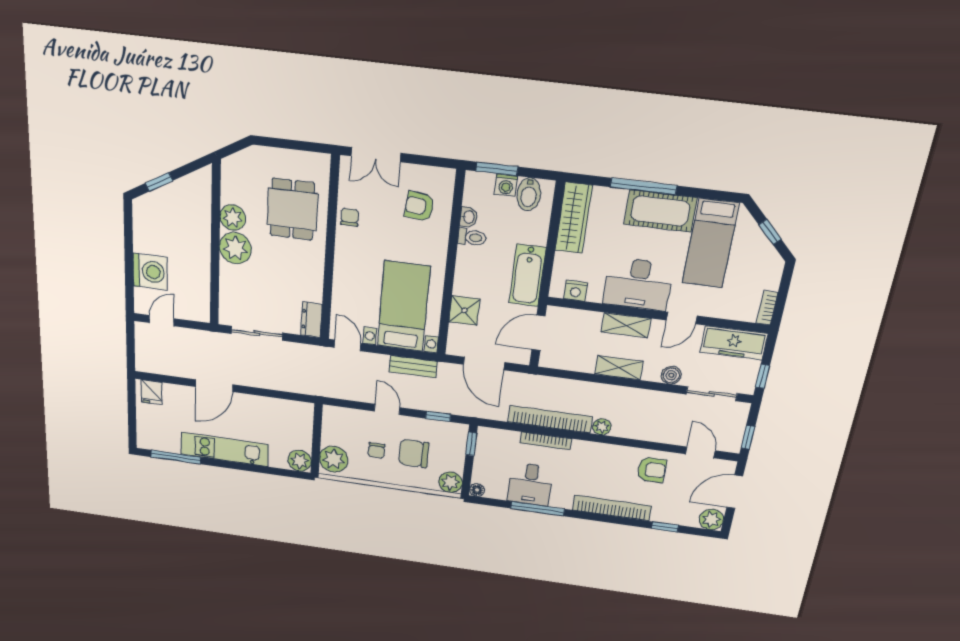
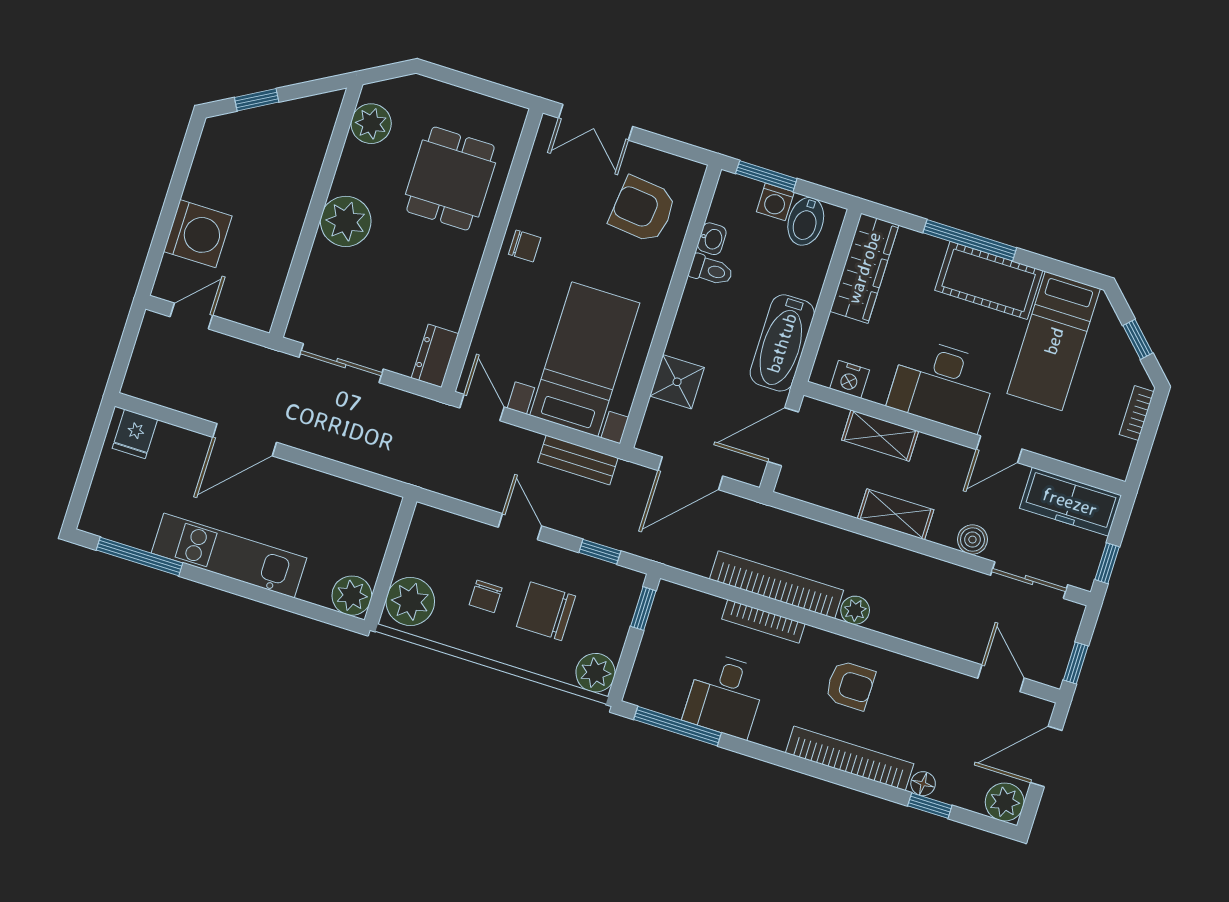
armchair: (419, 206) -> (643, 210), width x1.38, depth x1.38
chair: (350, 217) -> (525, 246), moved, turned 90
plant: (233, 218) -> (371, 124), moved
bookcase: (767, 308) -> (1137, 413), moved
shelving: (626, 325) -> (880, 436), moved
door: (484, 363) -> (690, 473), hinge flipped
armchair: (652, 470) -> (850, 685), moved
floor lamp: (477, 490) -> (923, 784), moved
window: (538, 509) -> (678, 726), moved

